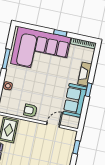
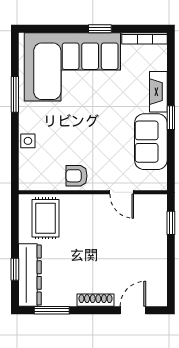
door: (53, 125) -> (122, 192), swing flipped

